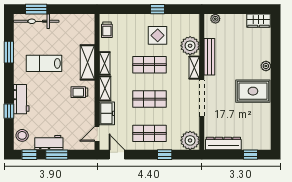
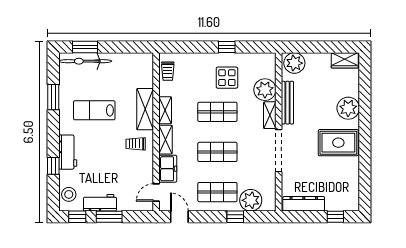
plant: (215, 19) -> (294, 63), width x1.88, depth x1.88
plant: (266, 66) -> (348, 108), width x1.88, depth x1.88
plant: (190, 140) -> (251, 200), moved

